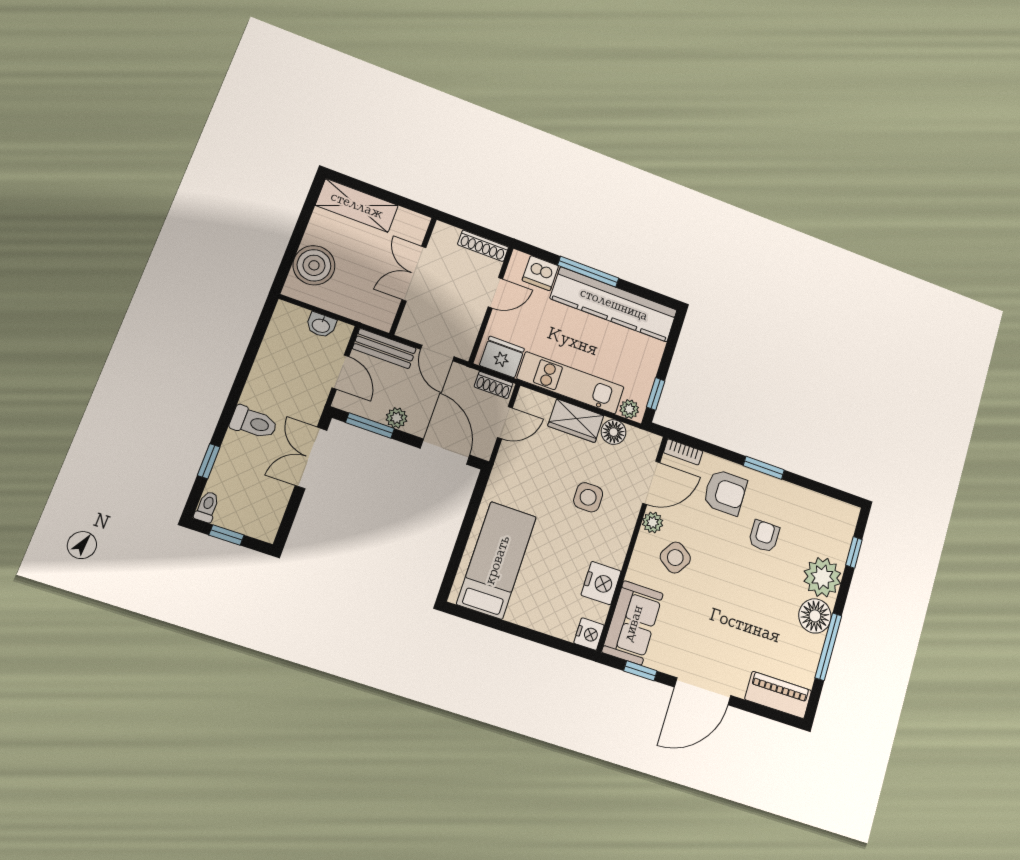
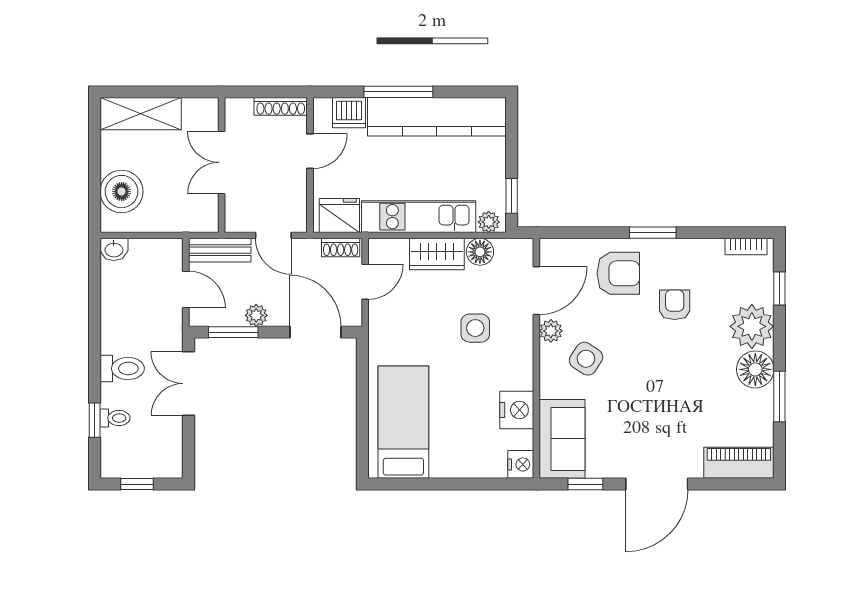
washbasin: (321, 325) -> (114, 249), moved
bookcase: (683, 452) -> (746, 247), moved
toilet: (207, 507) -> (115, 418), moved, turned 90
window: (828, 647) -> (779, 397), width x0.69

